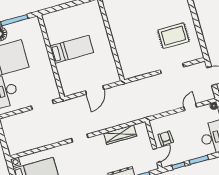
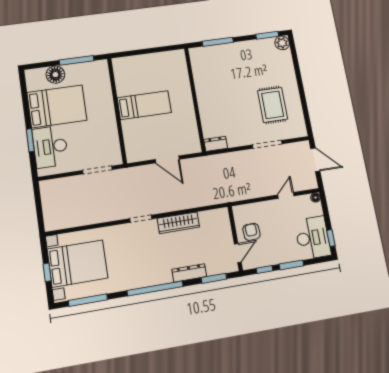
rug: (174, 36) -> (273, 105), turned 90
dresser: (131, 73) -> (216, 144), added
door: (95, 90) -> (167, 159), hinge flipped
wardrobe: (120, 135) -> (178, 223), moved

